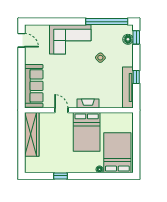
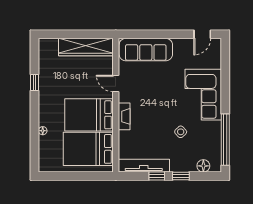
window: (136, 37) -> (181, 176), moved
door: (61, 110) -> (116, 84), swing flipped
bed: (117, 153) -> (88, 149), moved, turned 180

